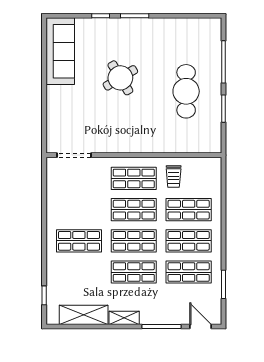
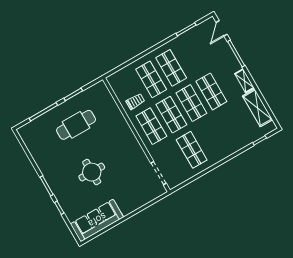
round table: (120, 78) -> (92, 172), turned 31
shop shelf: (79, 241) -> (192, 150), moved
shop shelf: (189, 272) -> (191, 56), removed

